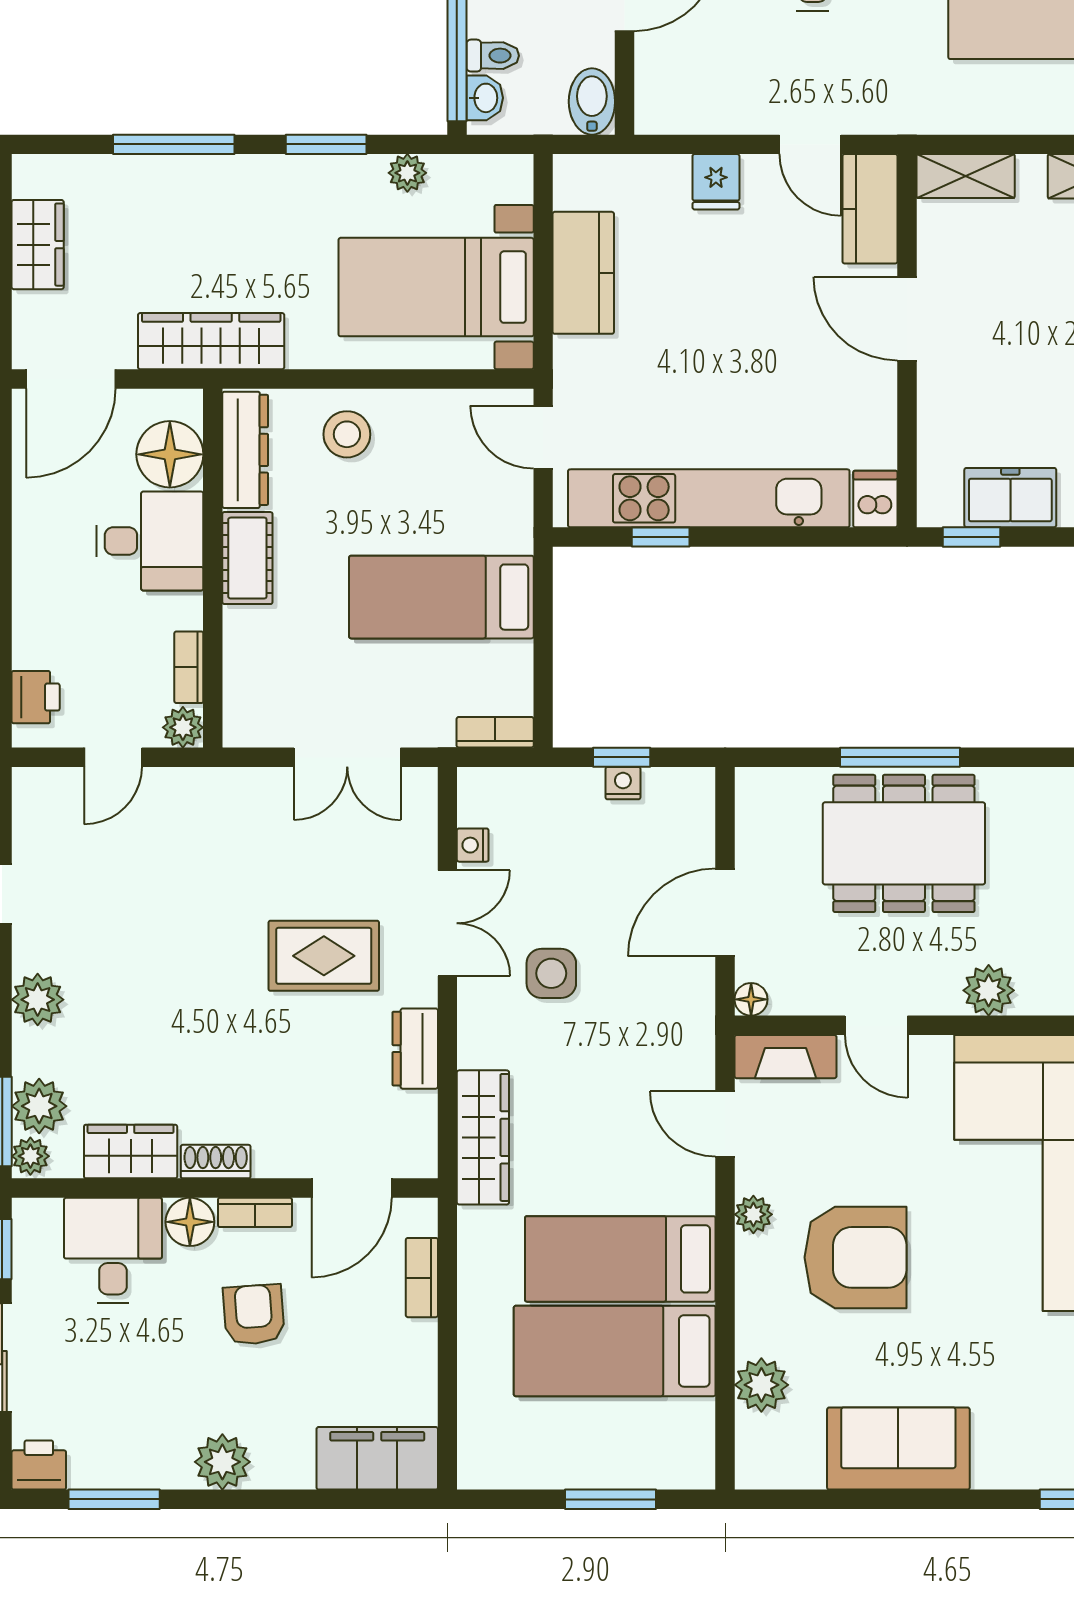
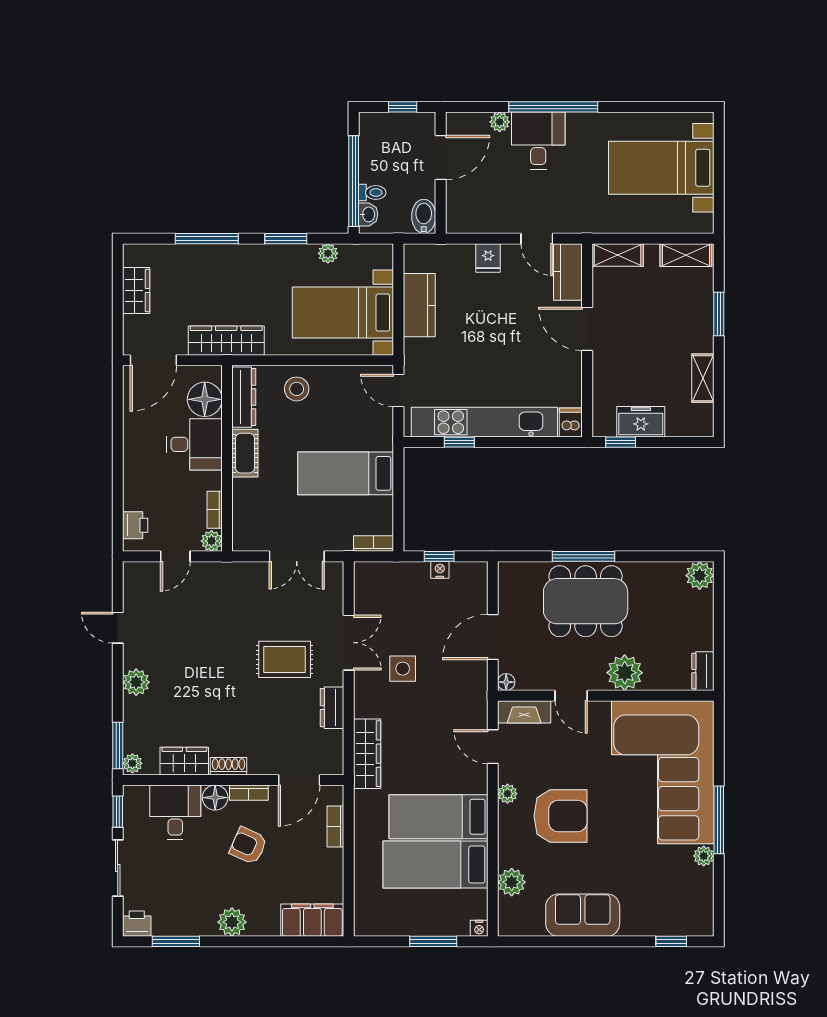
nightstand: (473, 845) -> (479, 928), moved, turned -90
plant: (989, 990) -> (625, 673), width x1.36, depth x1.36
plant: (39, 1106) -> (137, 737), removed
armchair: (254, 1315) -> (248, 846), turned -62

